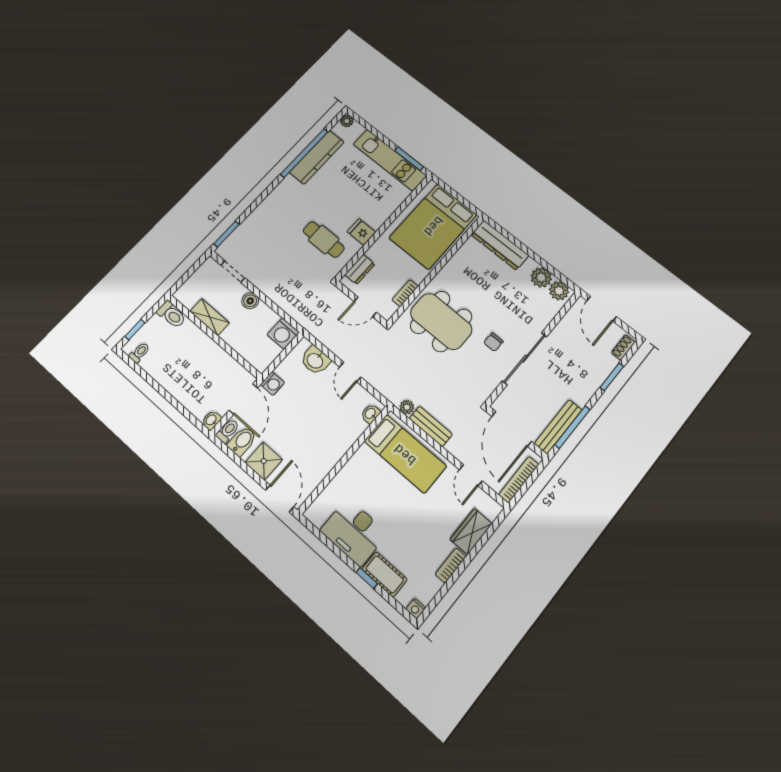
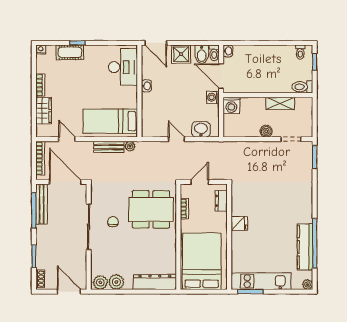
cafe table: (324, 240) -> (257, 201), removed
washing machine: (283, 333) -> (231, 105), moved, turned 180
washbasin: (370, 414) -> (146, 86), moved
desk: (354, 532) -> (123, 67), moved, turned 90

